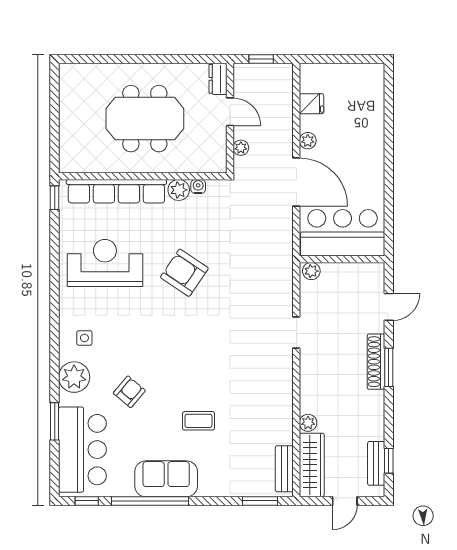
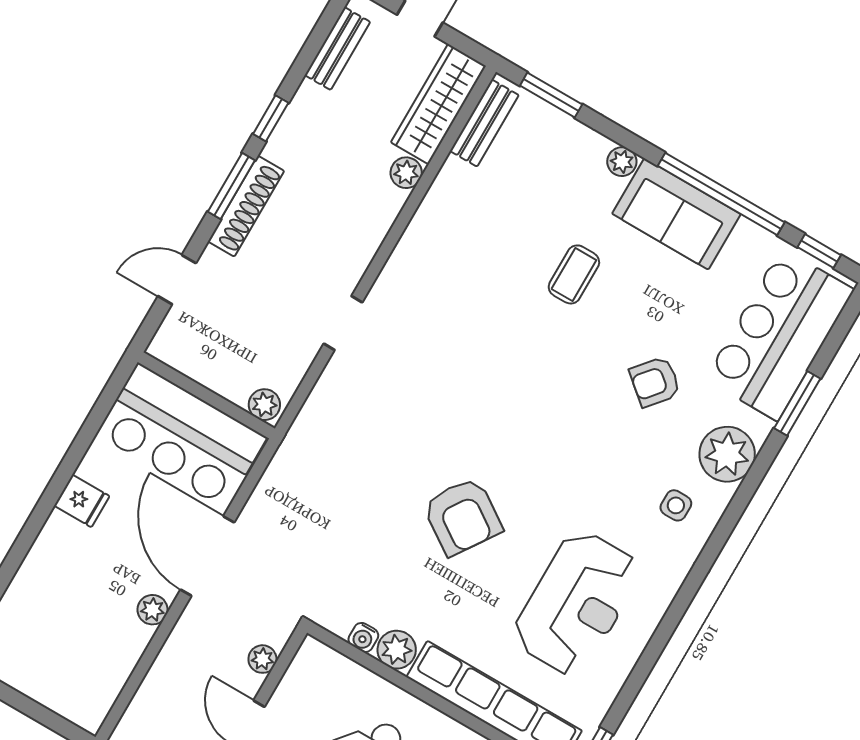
fridge: (312, 104) -> (82, 501), moved, turned 180
reception desk: (105, 263) -> (577, 603), turned -90
coffee table: (199, 421) -> (574, 274), turned 90
window: (389, 461) -> (271, 118), moved
plant: (207, 489) -> (622, 162), added

